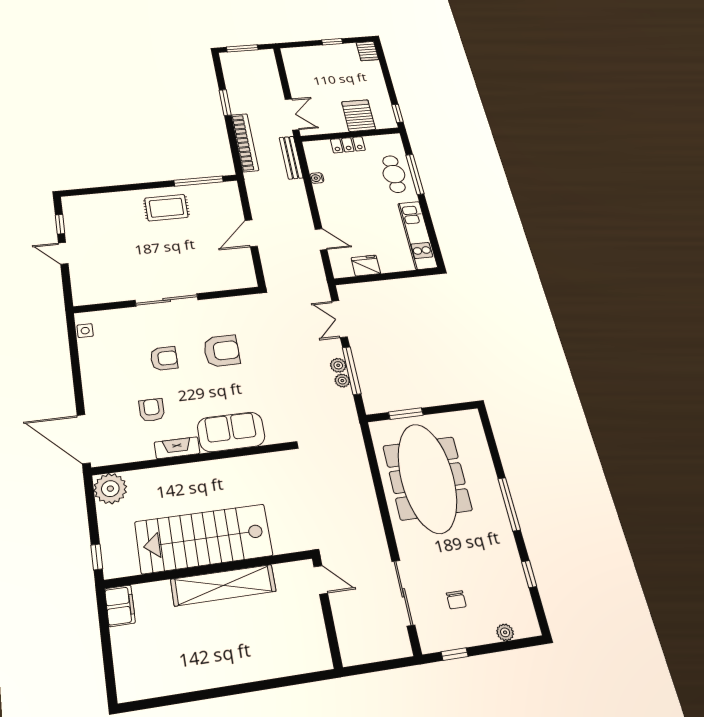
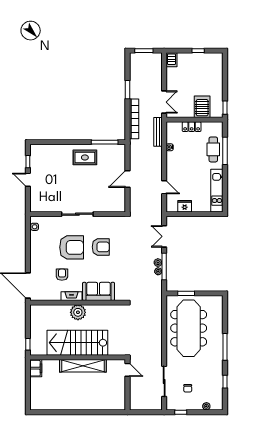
server rack: (367, 51) -> (171, 60), moved
armchair: (164, 358) -> (72, 247), width x1.88, depth x1.88
plant: (110, 489) -> (78, 312), moved

